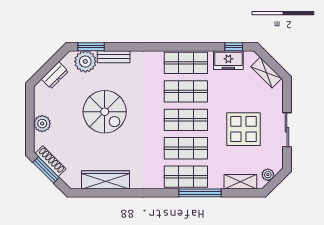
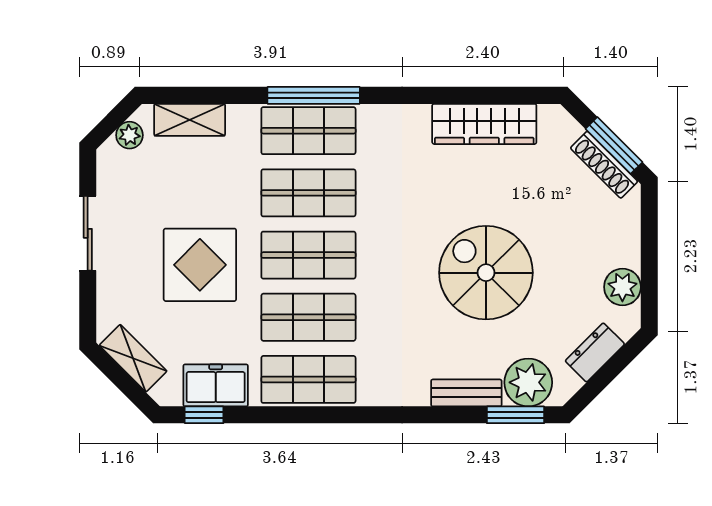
plant: (42, 124) -> (622, 287), moved
display table: (243, 129) -> (200, 265), moved
window: (200, 193) -> (314, 95), moved

